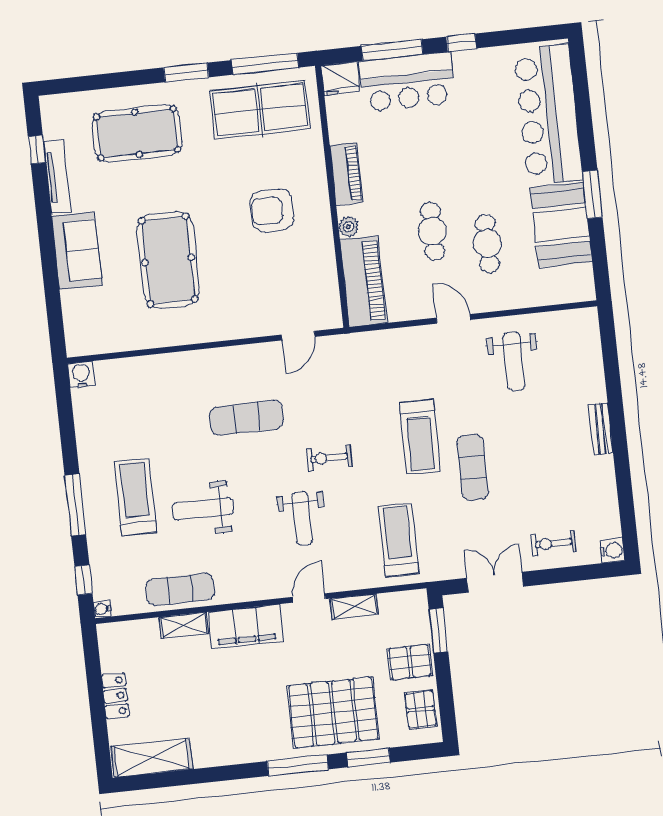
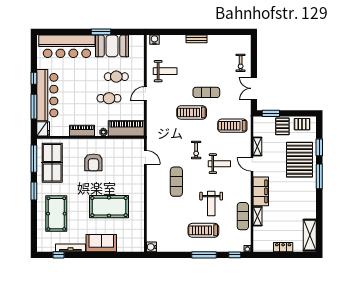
bar counter: (407, 82) -> (47, 95), width x1.36
treadmill: (420, 437) -> (192, 112), turned 180
water cooler: (612, 550) -> (154, 40), moved

